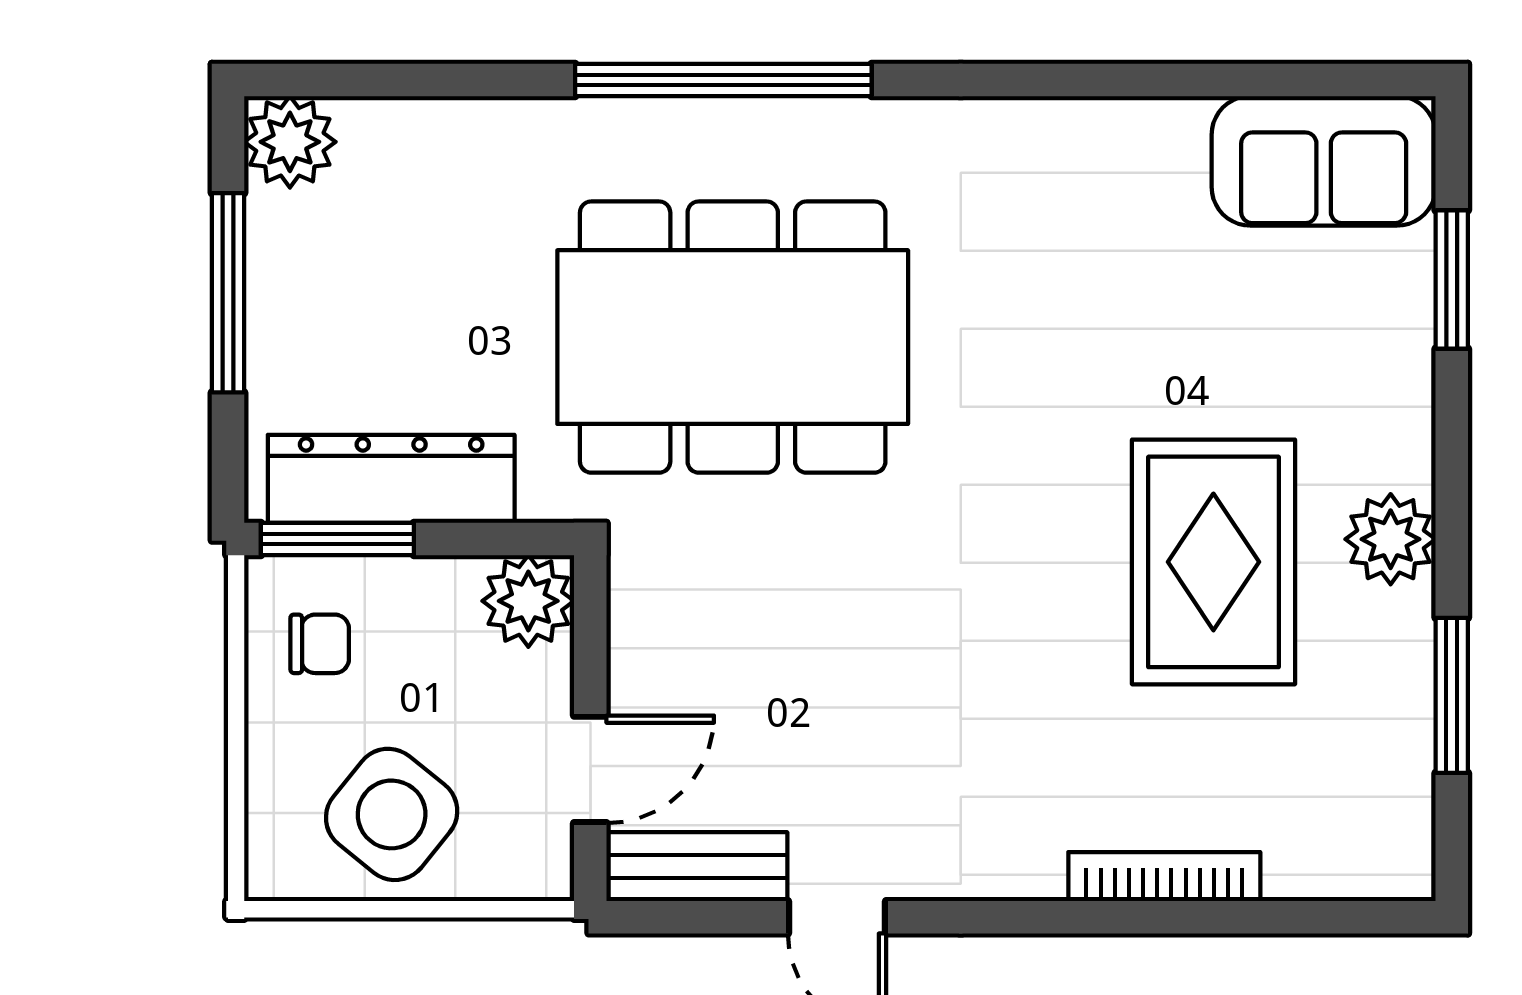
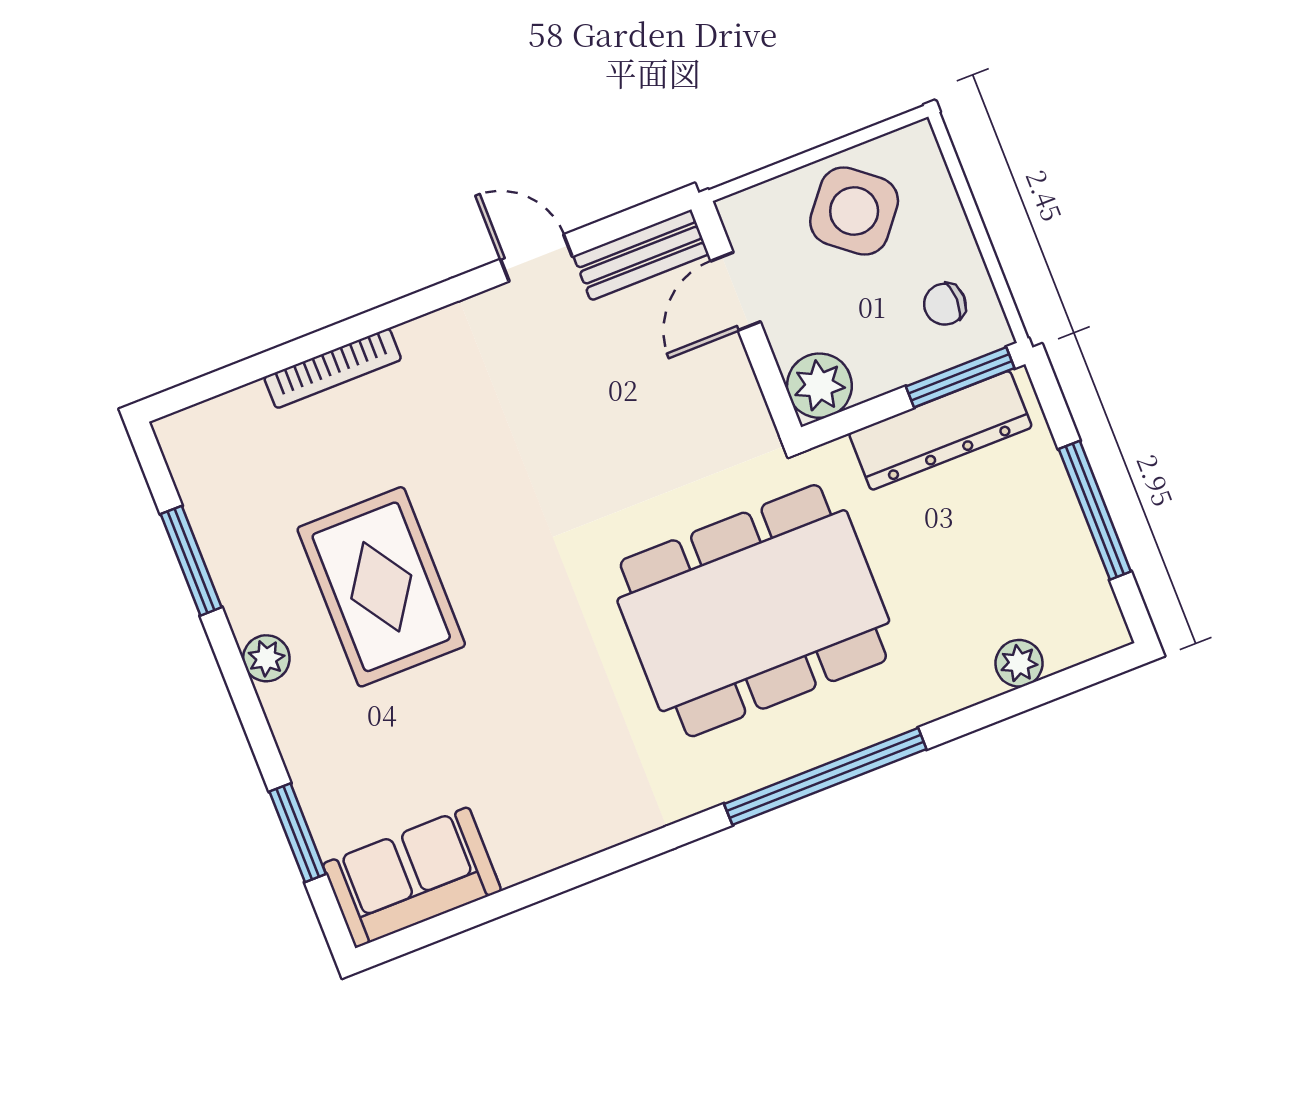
plant: (290, 142) -> (1019, 663), moved, width x0.73, depth x0.73
plant: (1391, 539) -> (266, 658), width x0.73, depth x0.73

